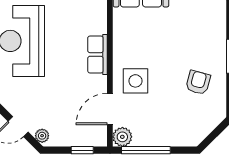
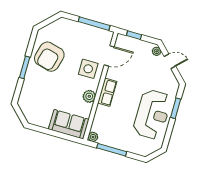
armchair: (198, 83) -> (49, 57), width x1.88, depth x1.88
plant: (122, 137) -> (89, 96), moved

